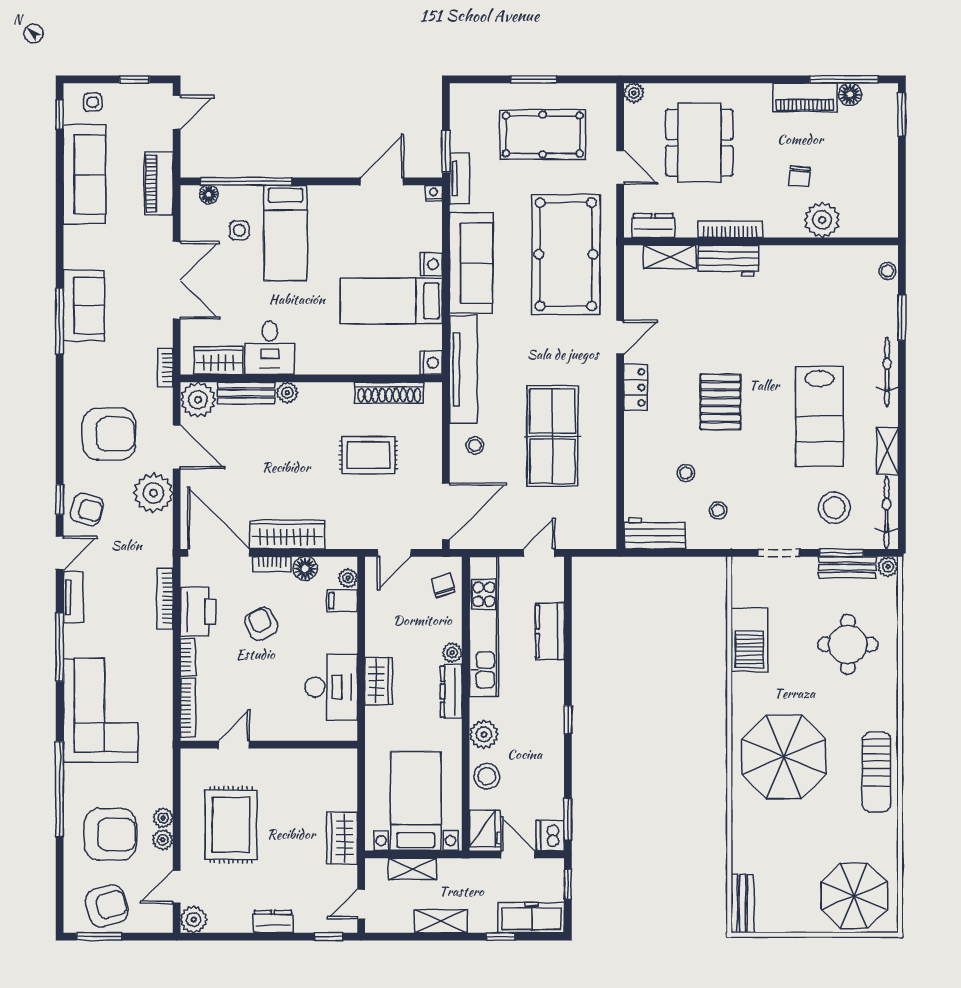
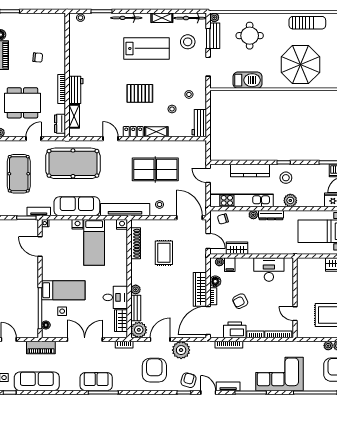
plant: (822, 220) -> (57, 47), removed
shelving: (635, 438) -> (156, 132), added
kitchen counter: (550, 631) -> (250, 171), width x1.50
wardrobe: (378, 681) -> (237, 248), moved
stool: (487, 776) -> (286, 178), moved

